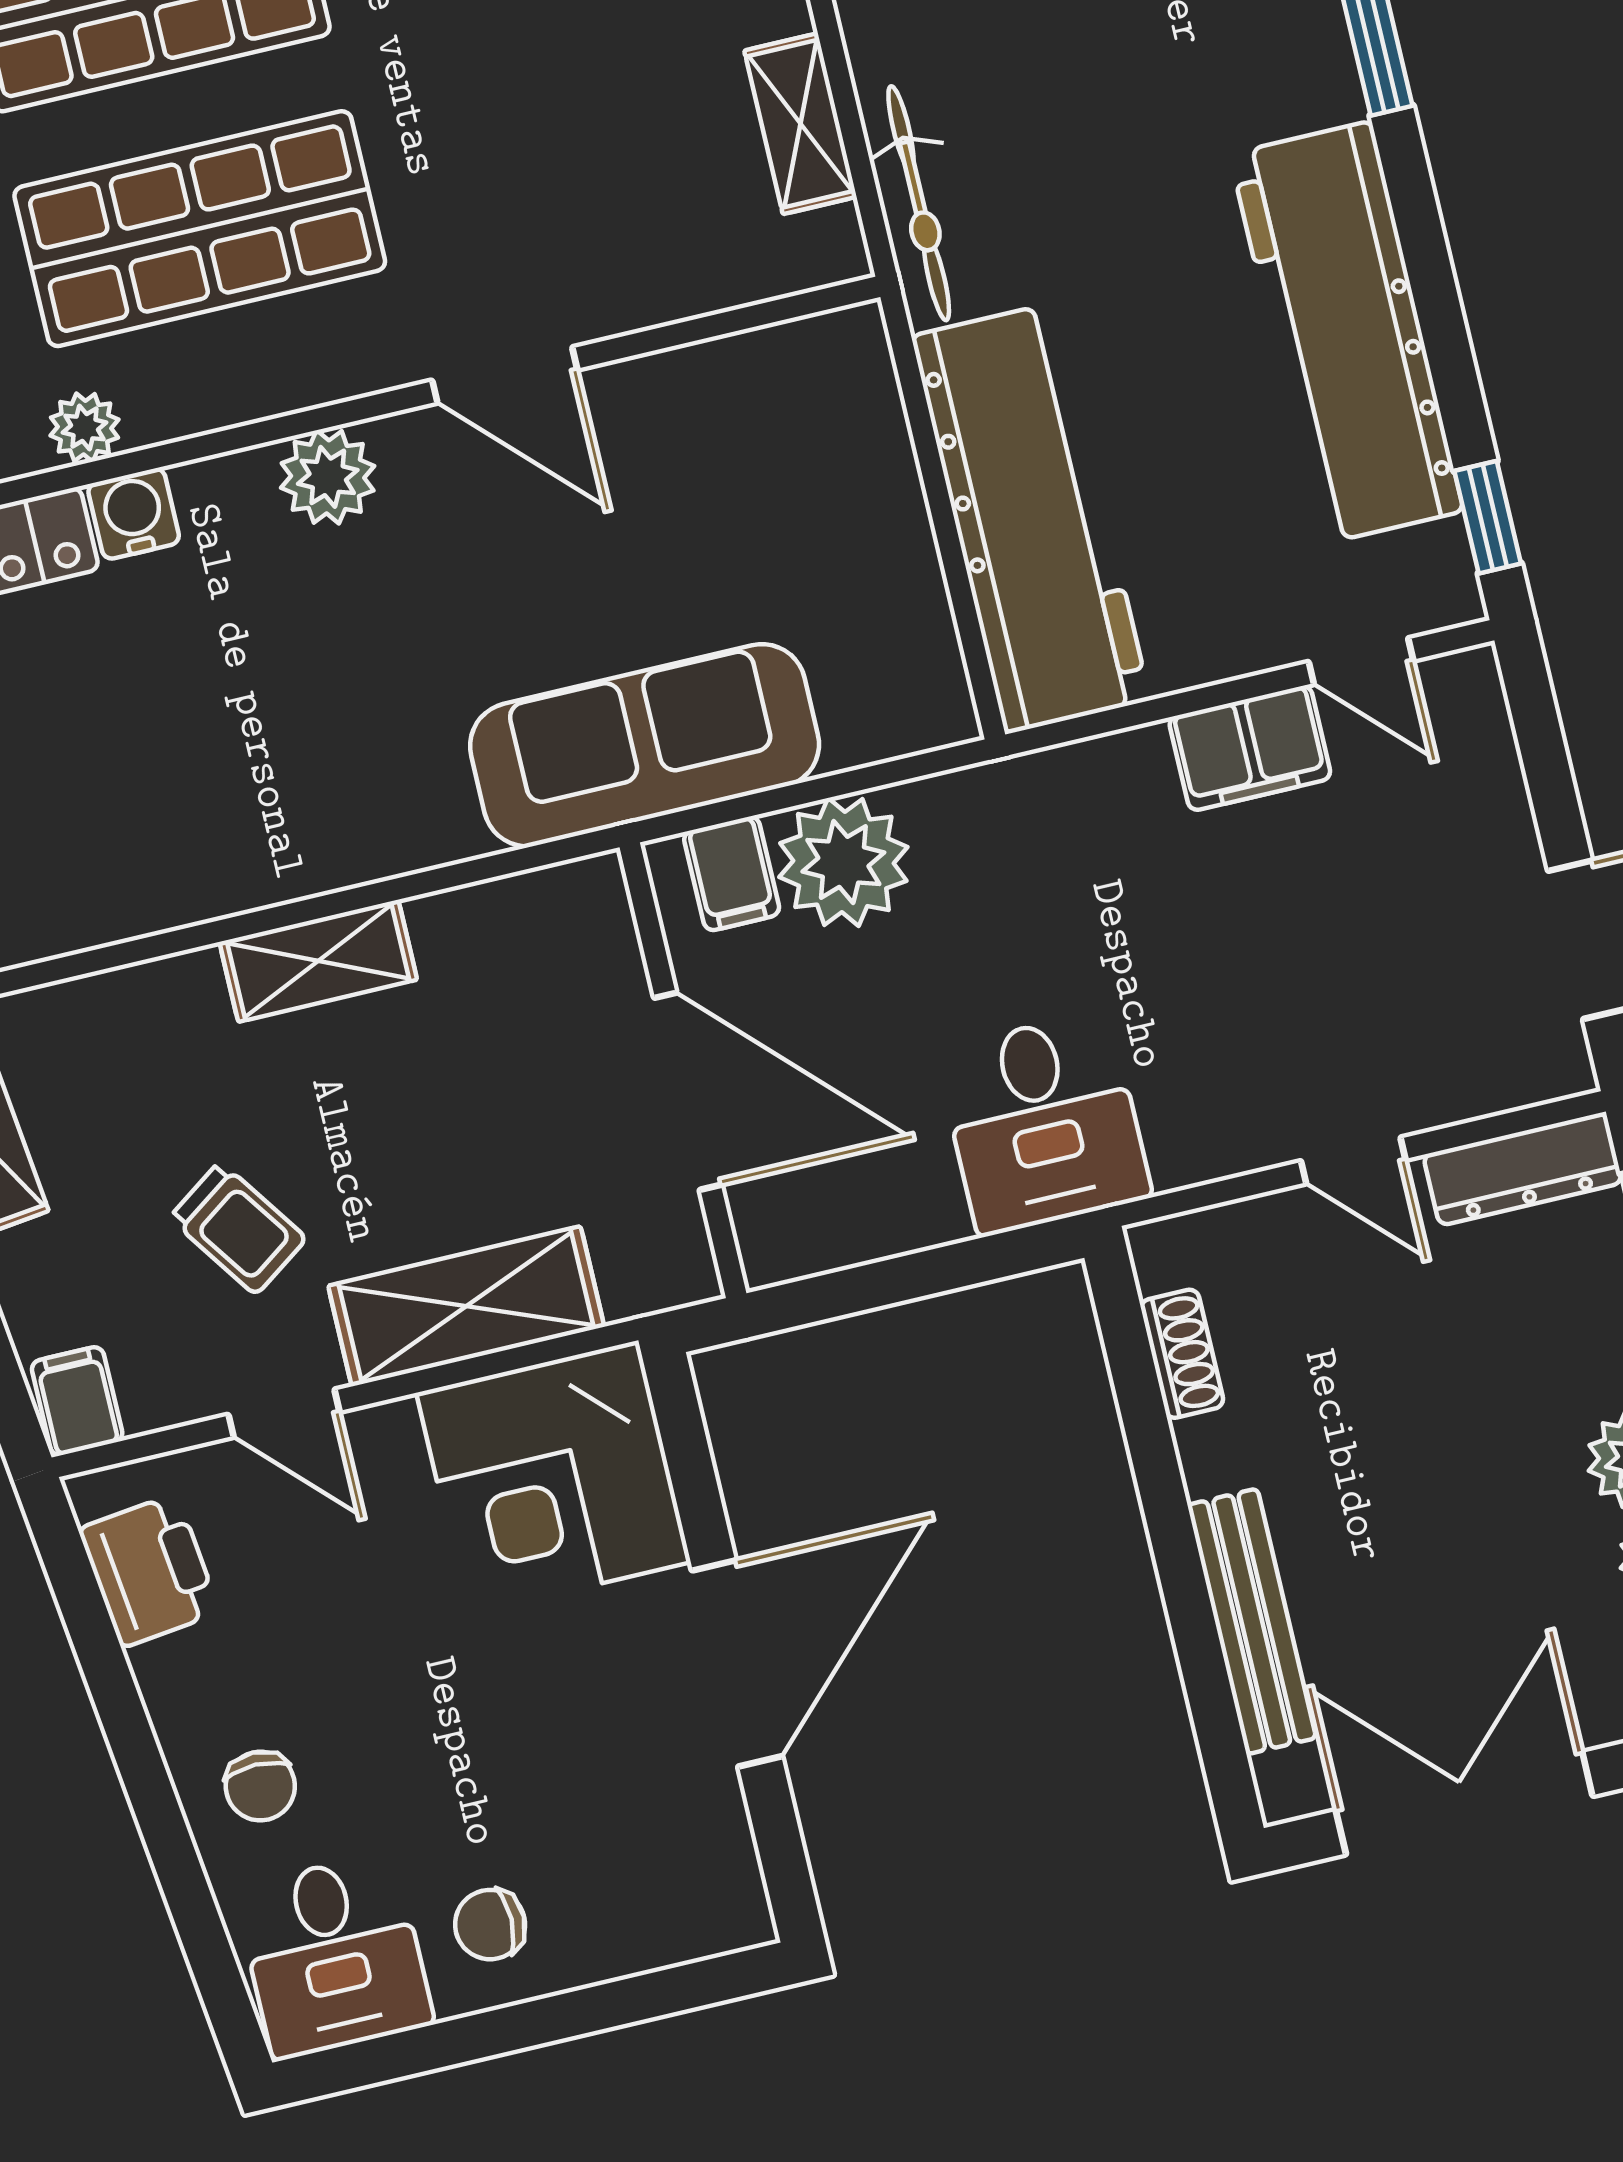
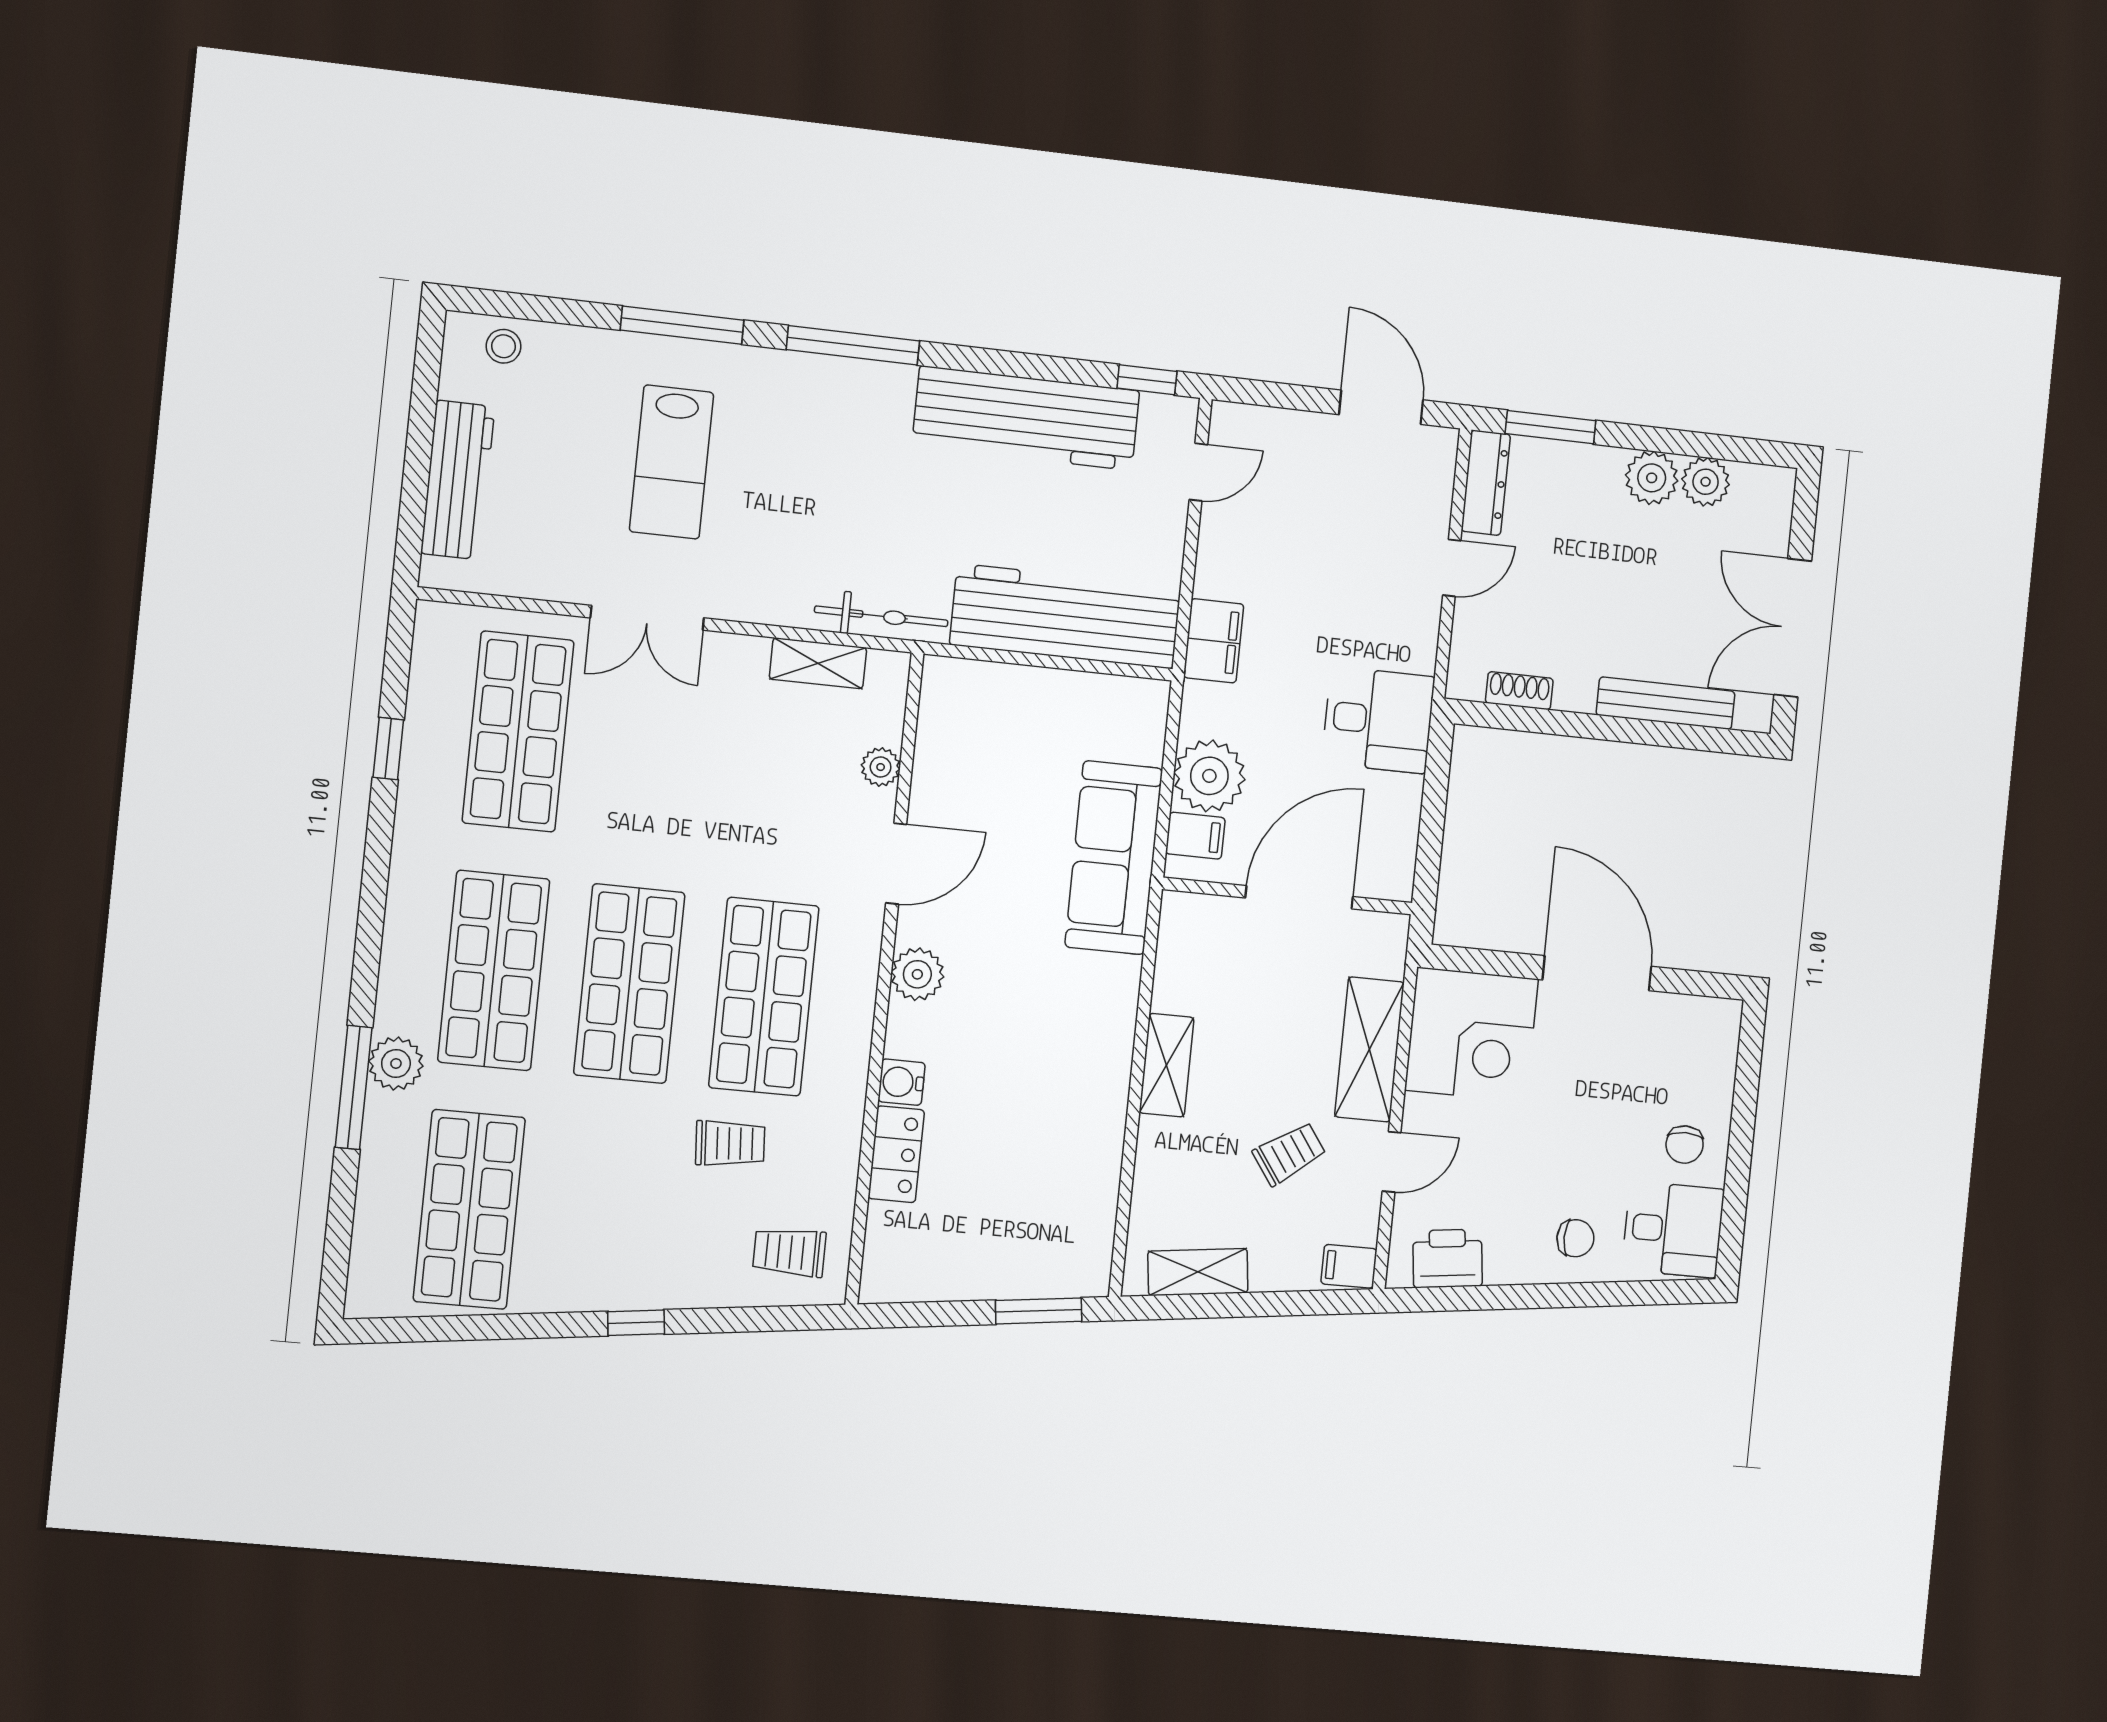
plant: (84, 428) -> (881, 767), moved
filing cabinet: (1250, 748) -> (1214, 641), moved

